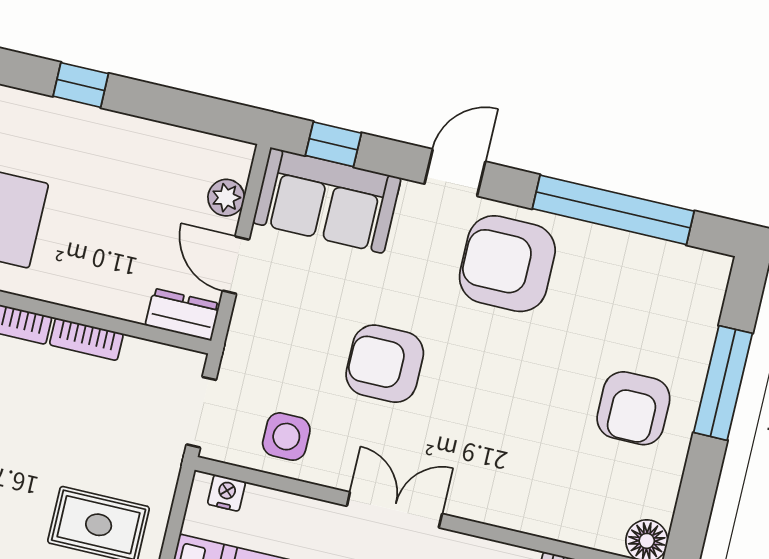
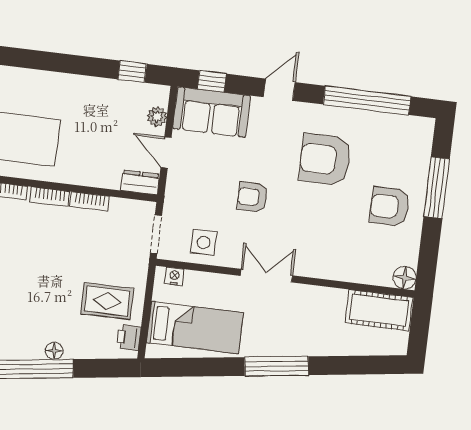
window: (81, 85) -> (132, 72), moved
armchair: (507, 264) -> (325, 159), moved
armchair: (385, 364) -> (252, 197), width x0.72, depth x0.72
armchair: (633, 408) -> (390, 207), turned 90

